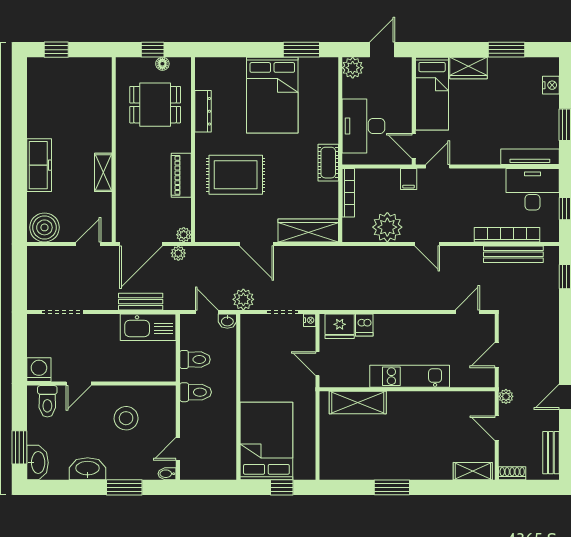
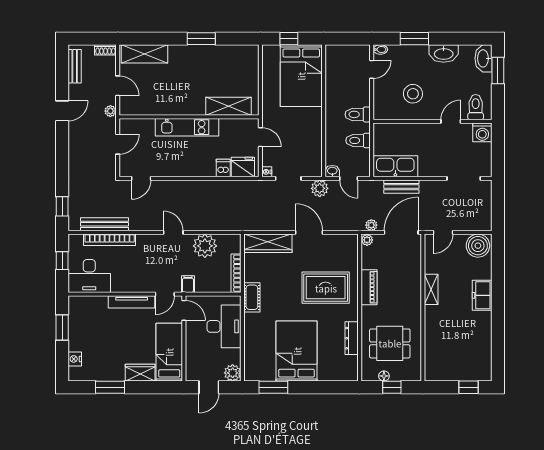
tv unit: (530, 157) -> (132, 302), moved
freezer: (39, 165) -> (482, 295), width x0.71
shelving: (473, 471) -> (144, 54), width x1.50, depth x1.33

